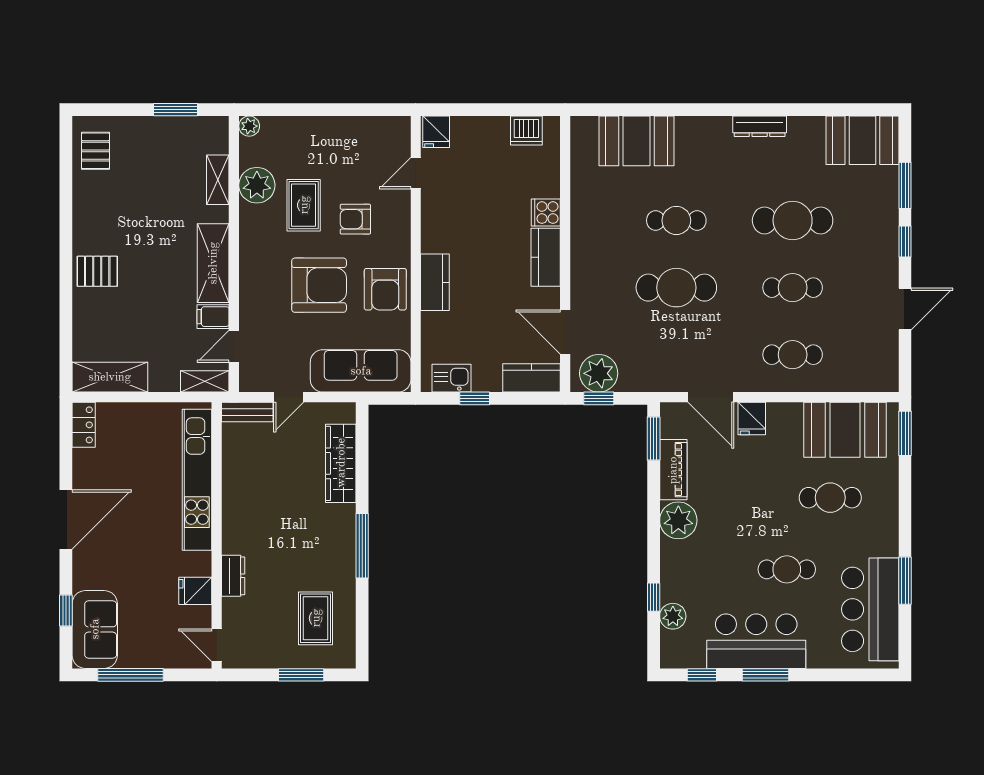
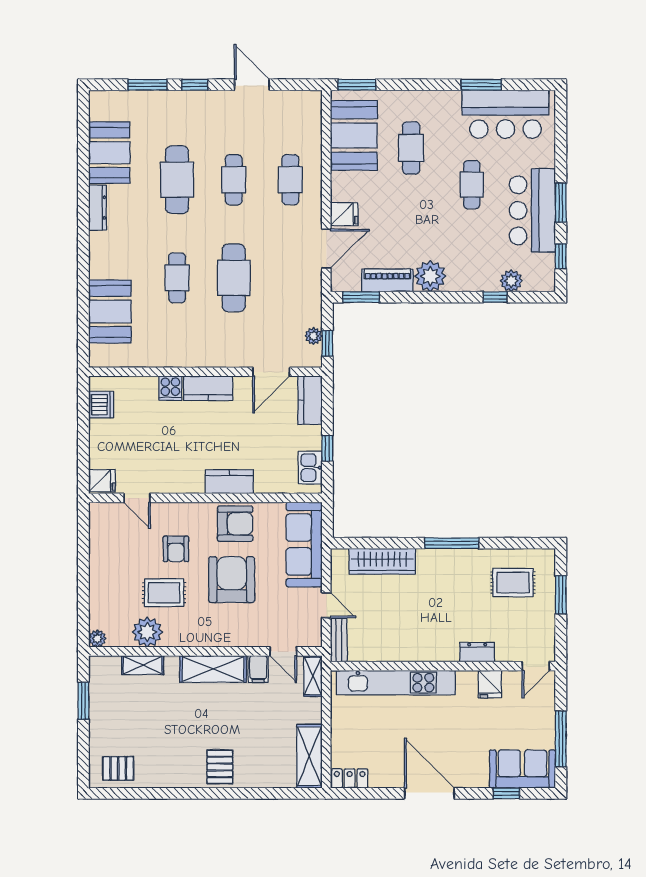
booth: (862, 140) -> (109, 153), moved
plant: (599, 373) -> (314, 336), width x0.53, depth x0.53

